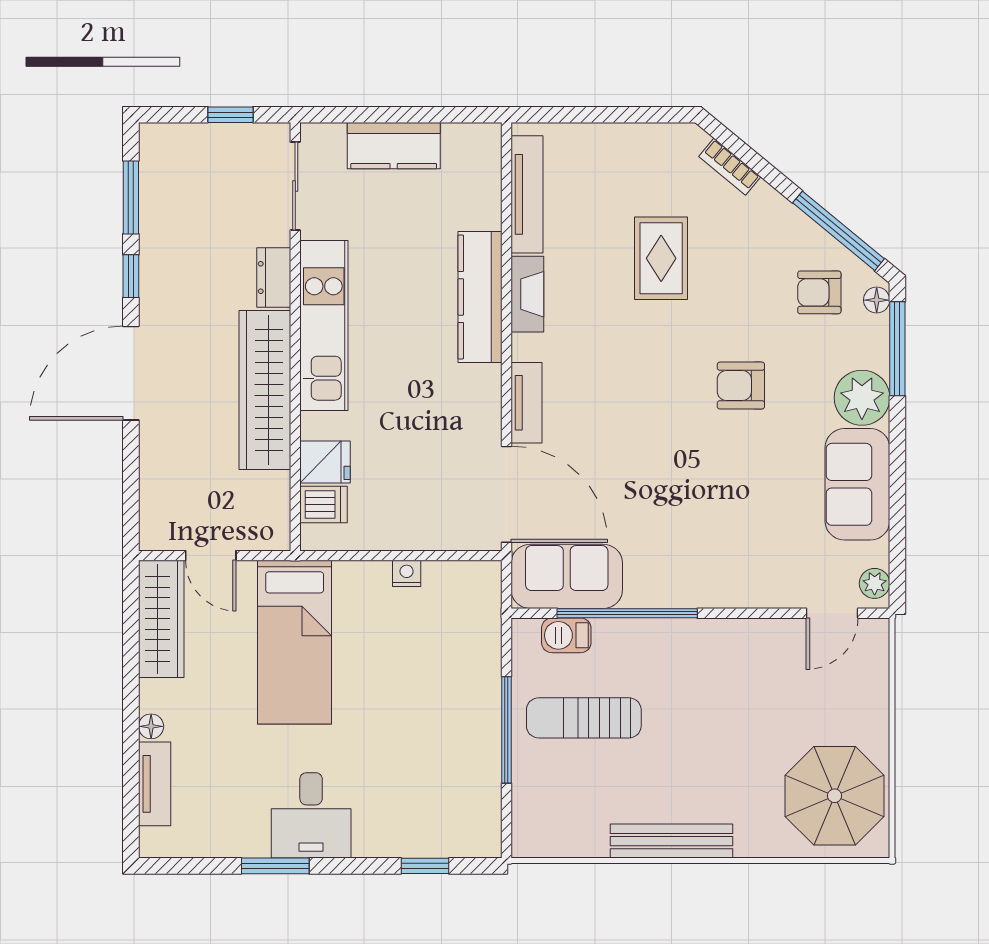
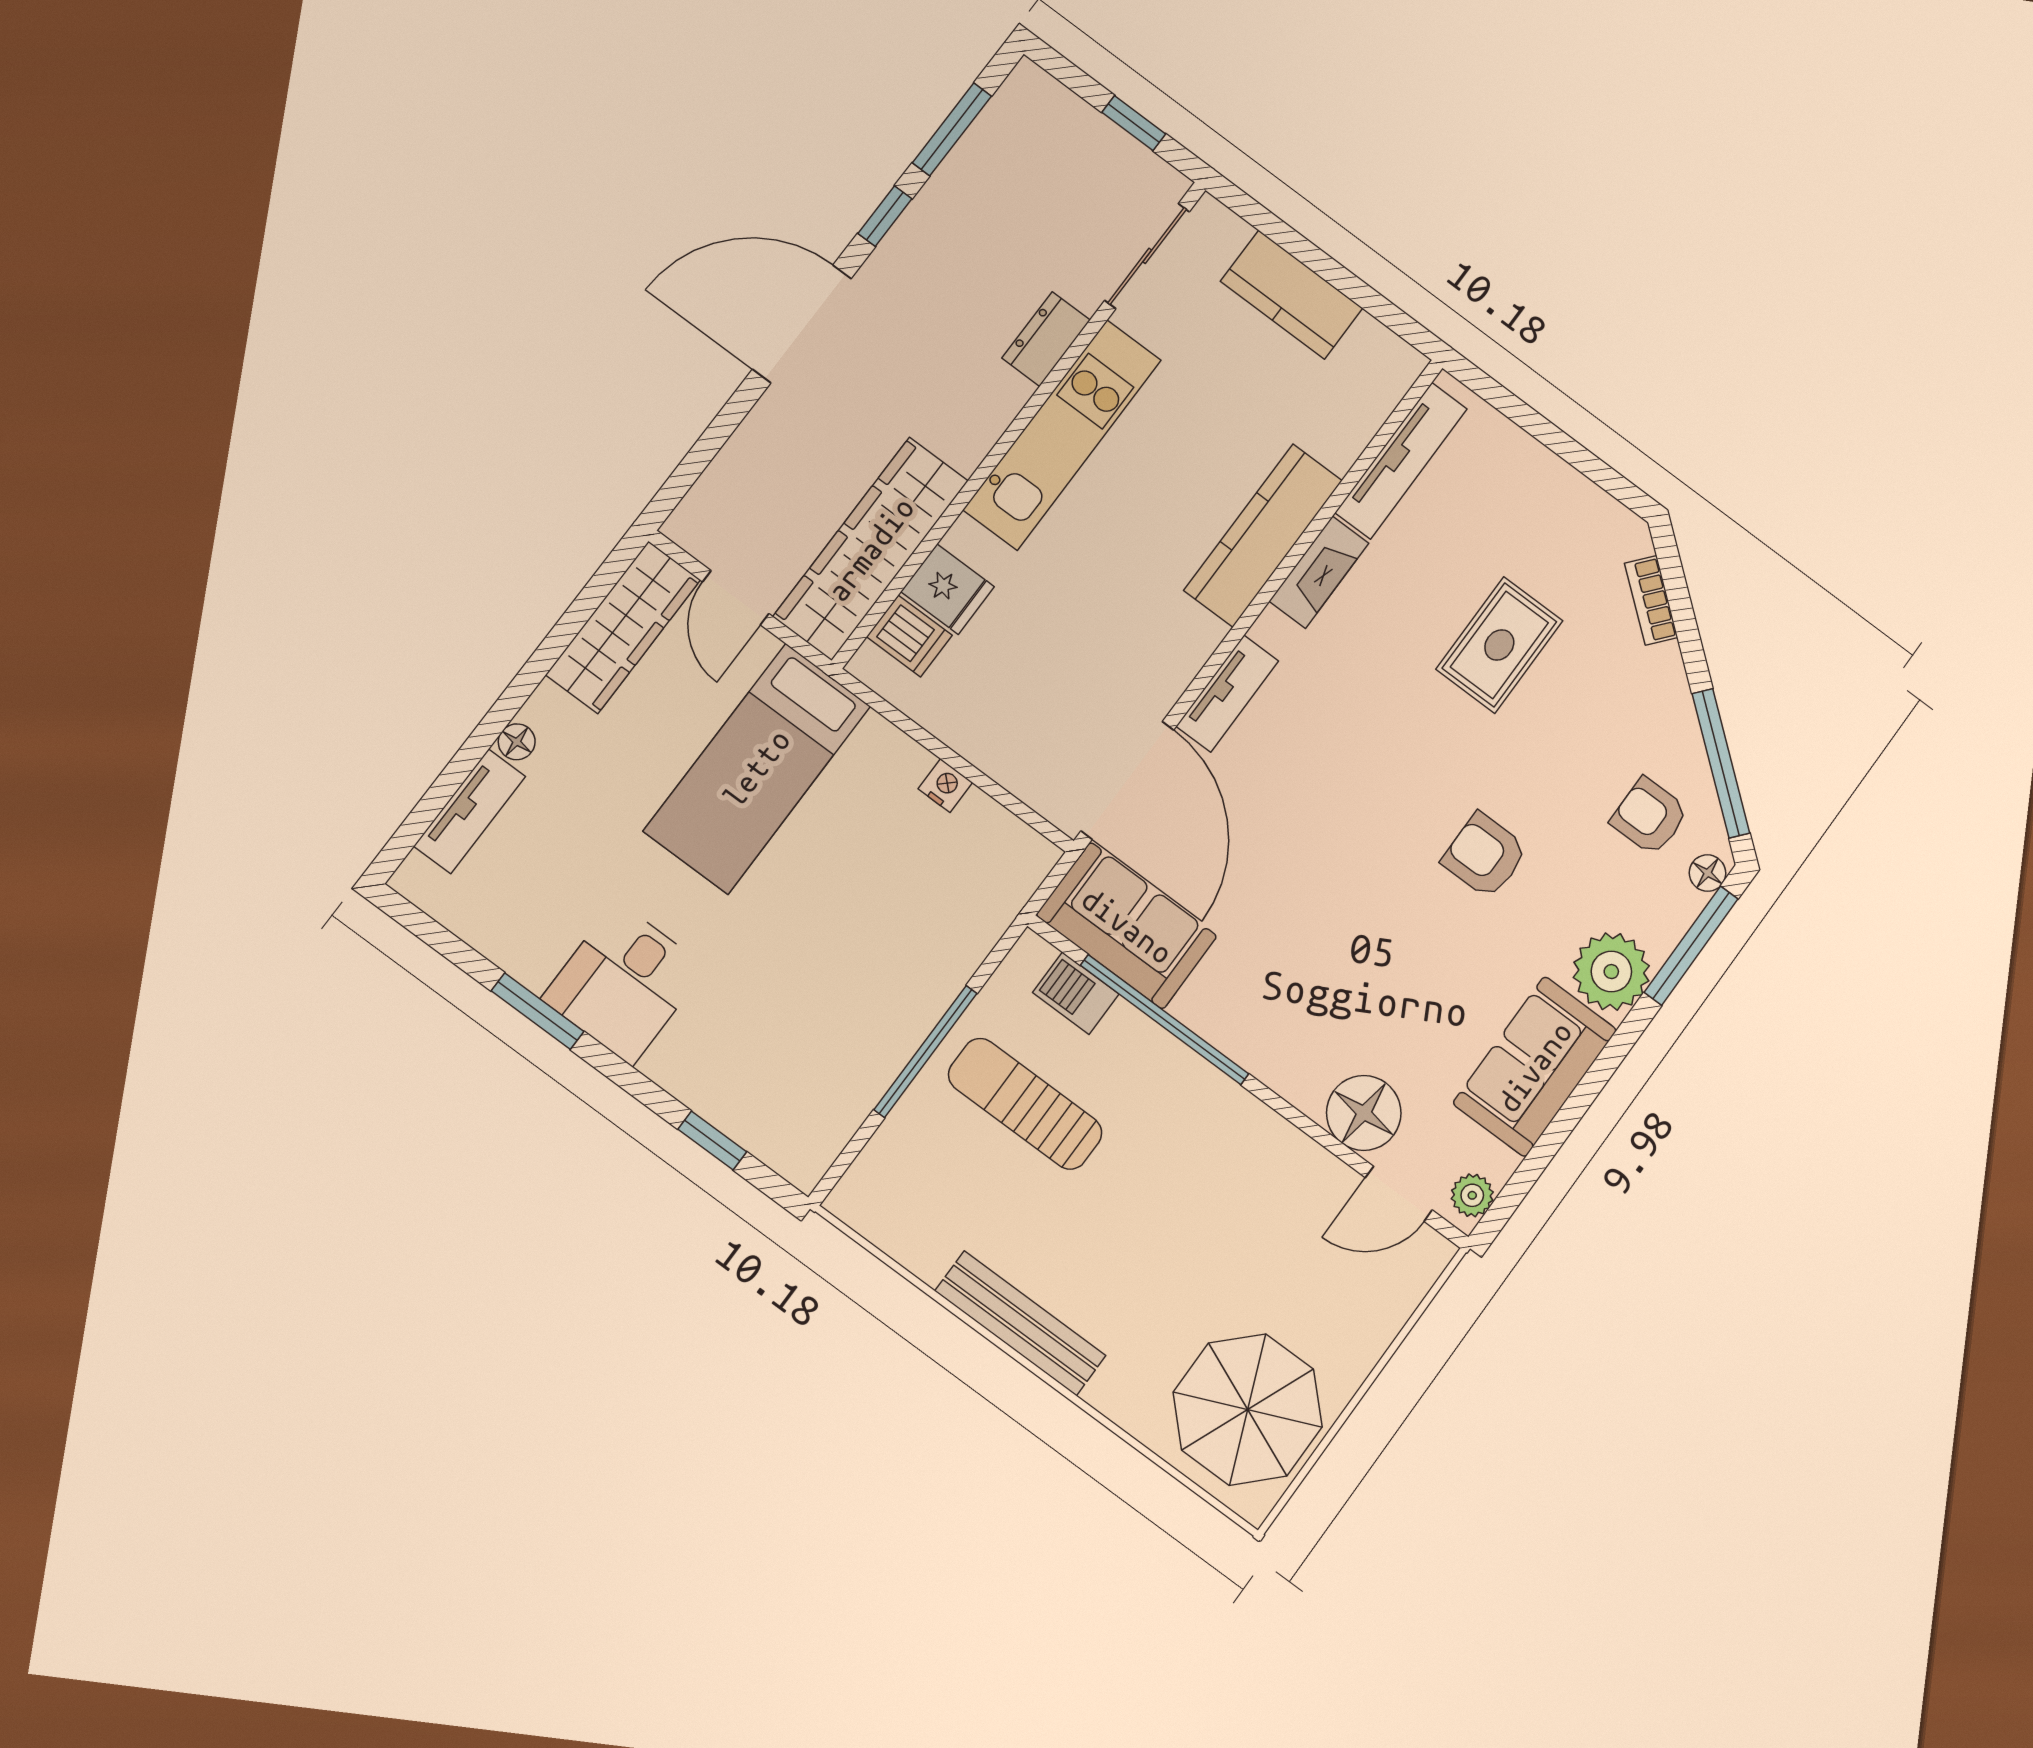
wardrobe: (265, 390) -> (871, 549), moved
floor lamp: (779, 582) -> (1364, 1113), added

